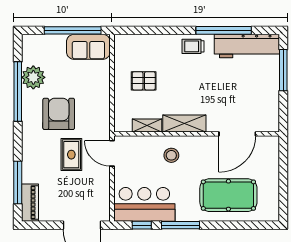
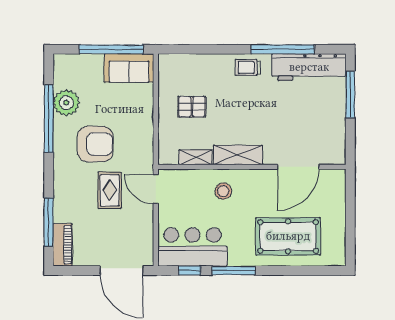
armchair: (59, 114) -> (95, 144), turned 90

